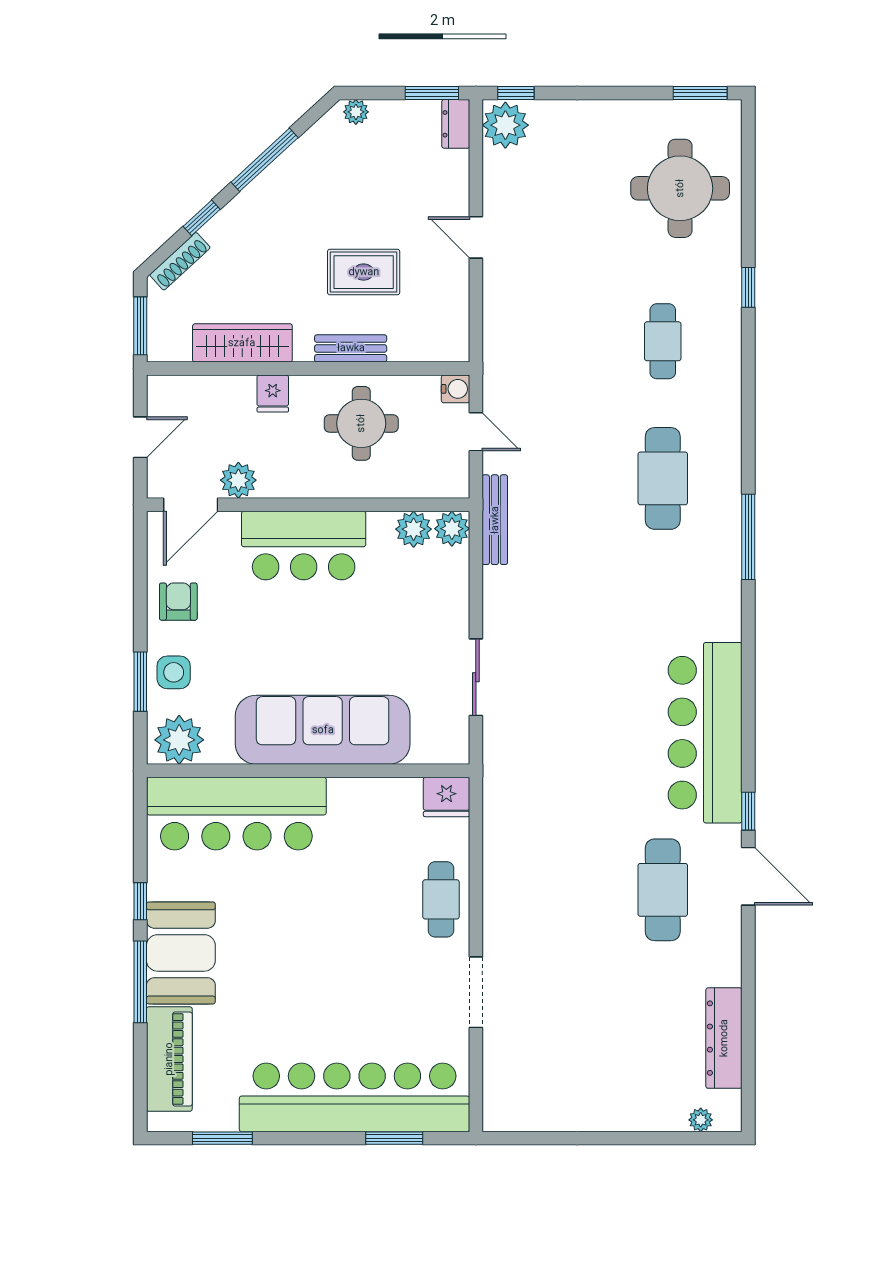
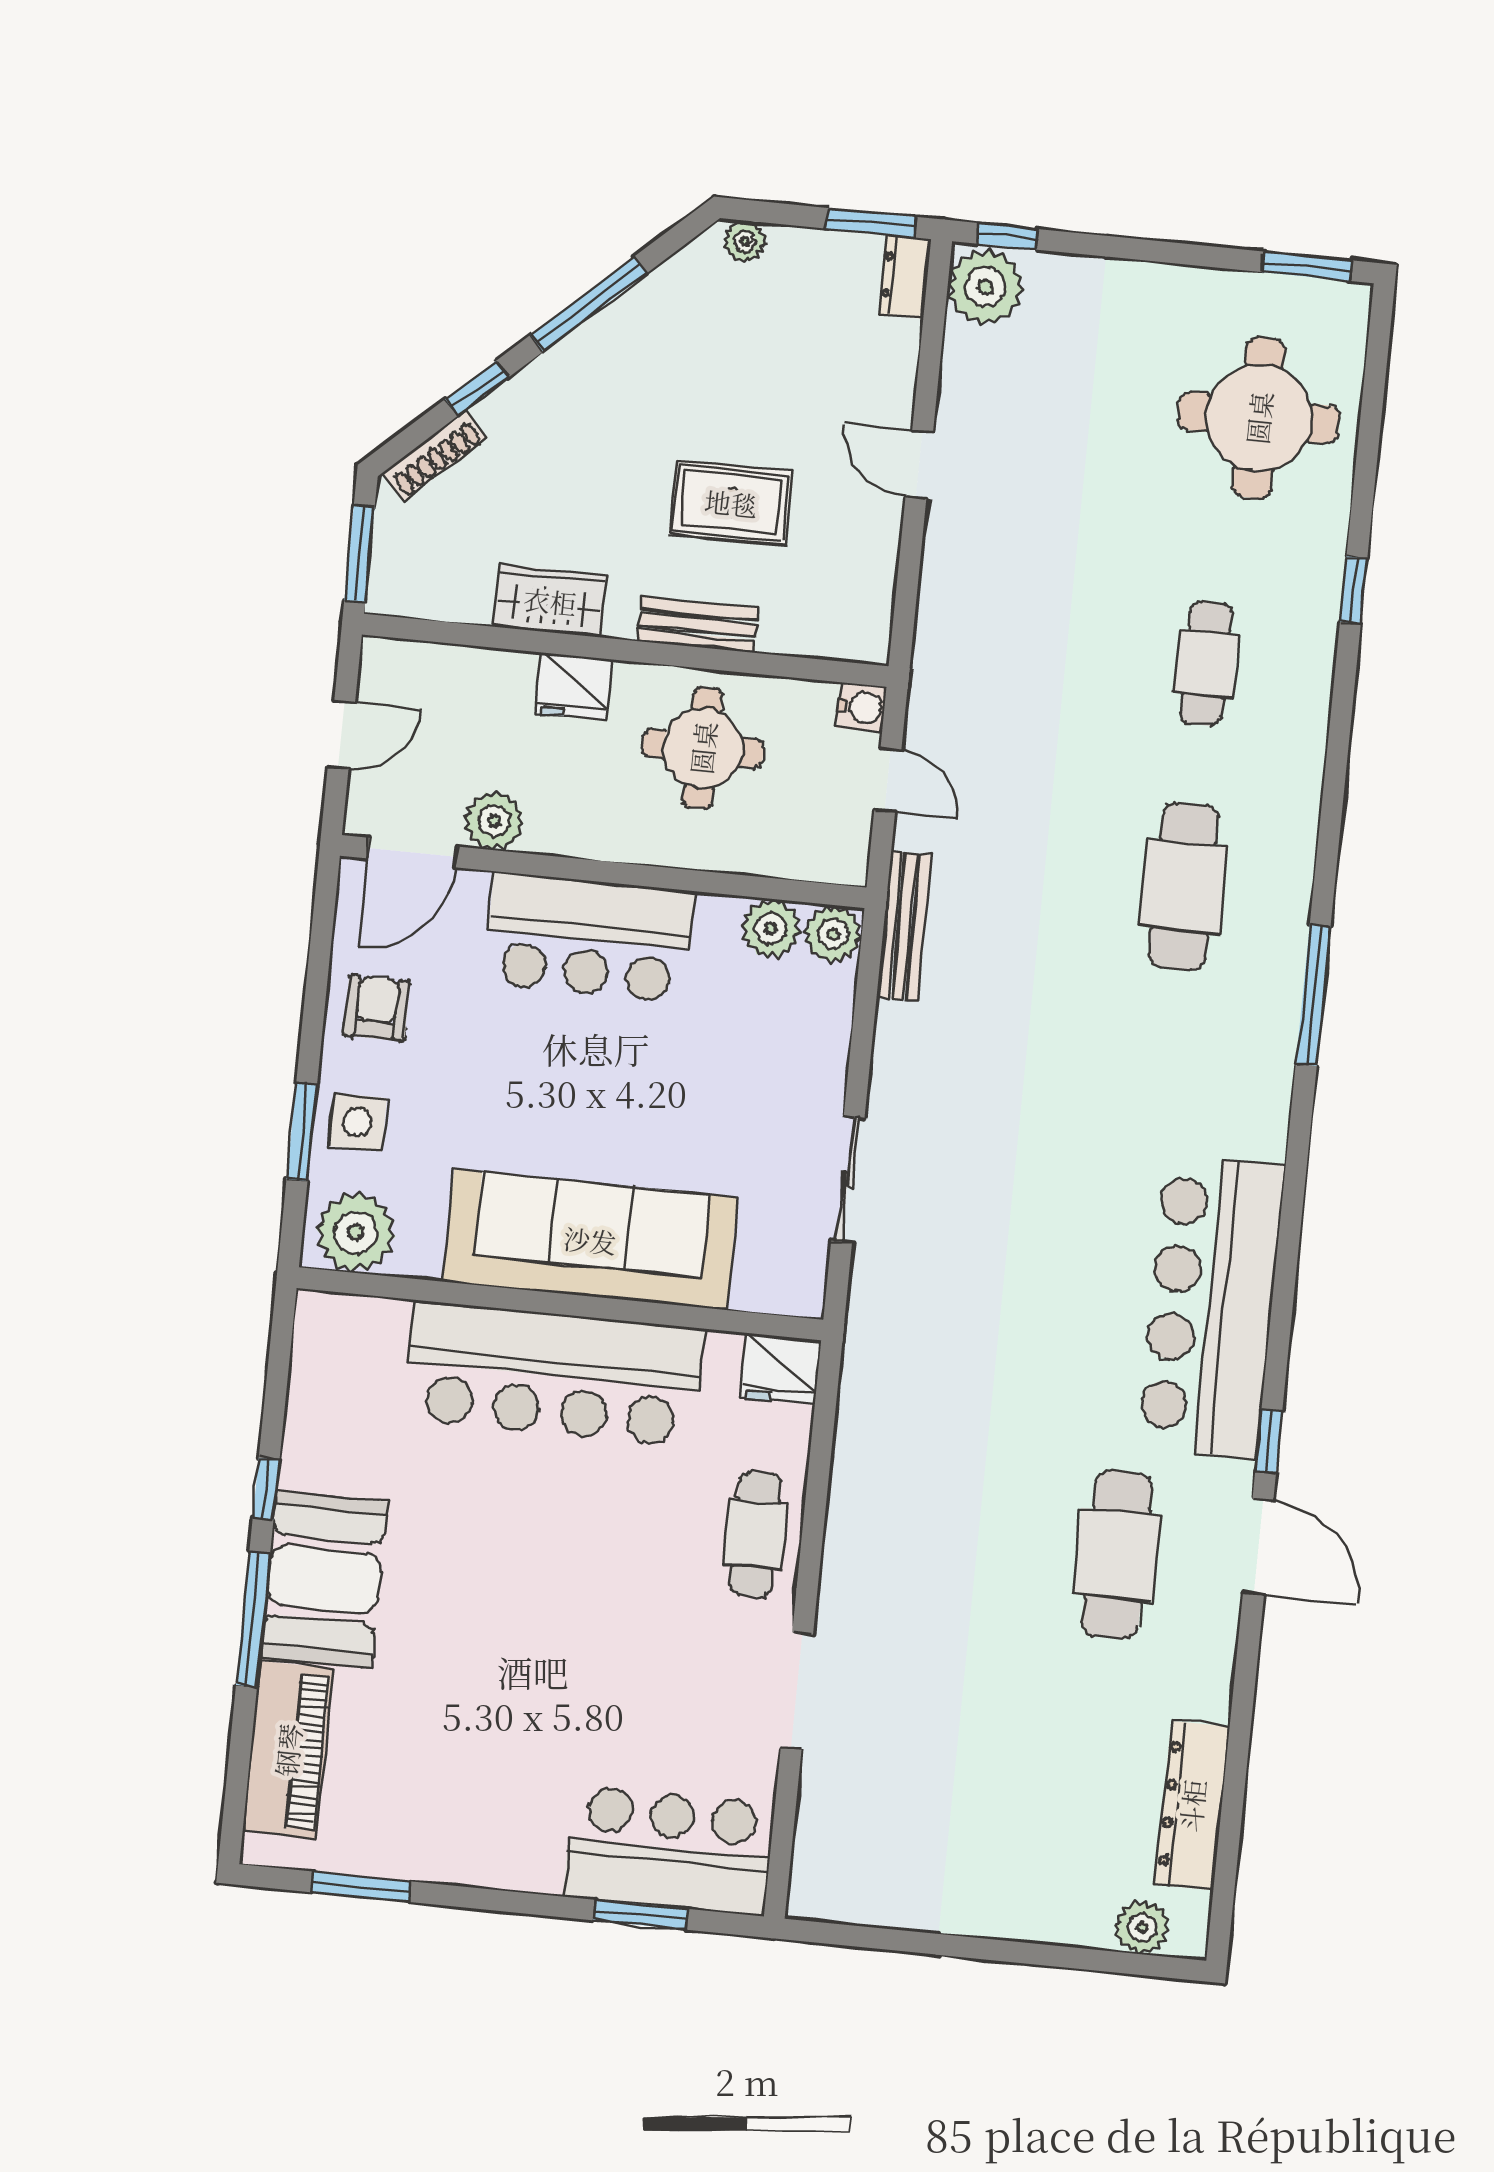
wardrobe: (242, 343) -> (550, 601), width x0.67
fridge: (273, 394) -> (574, 686), width x1.38
bar counter: (236, 814) -> (554, 1374), moved
bar counter: (354, 1097) -> (669, 1851), width x0.54
plant: (701, 1120) -> (1142, 1927), width x1.38, depth x1.38

